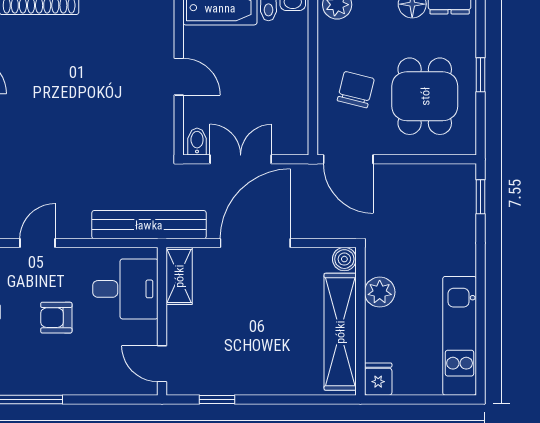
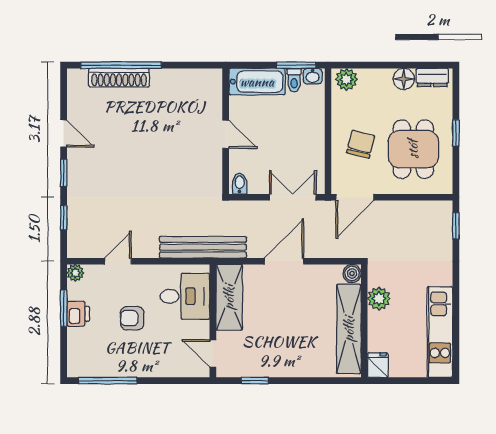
double door: (241, 159) -> (293, 197), moved
door: (348, 159) -> (355, 197), hinge flipped
door: (255, 243) -> (284, 261), width x0.73
shelving: (179, 276) -> (229, 297), width x1.50, depth x1.33

